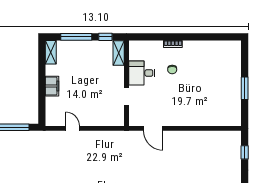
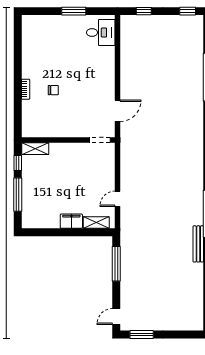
shelving: (51, 52) -> (96, 223), moved
desk: (142, 73) -> (101, 32), moved, turned -90
doorway: (126, 97) -> (100, 140), moved

